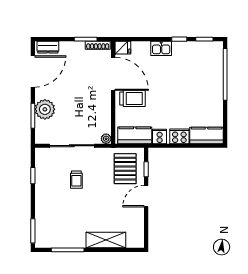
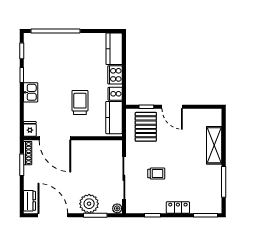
door: (113, 74) -> (55, 138), swing flipped
trolley: (133, 99) -> (80, 102), moved
plant: (106, 139) -> (117, 208), moved
pallet: (125, 169) -> (146, 127), turned 90
locker: (41, 202) -> (178, 207), added

